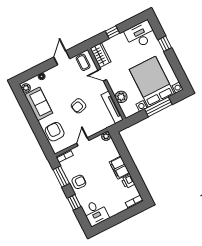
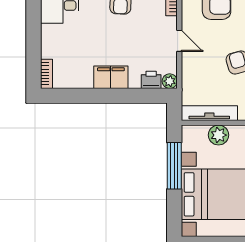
window: (158, 107) -> (174, 166), moved
printer: (128, 181) -> (151, 80), moved

